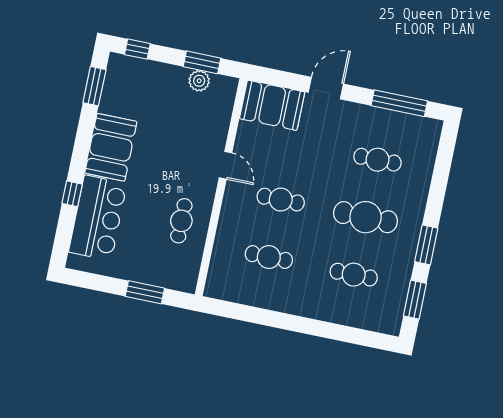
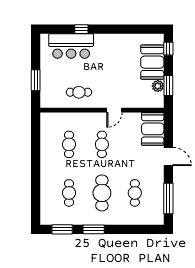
window: (94, 86) -> (143, 29), removed
booth: (111, 147) -> (152, 62), moved, turned 90

